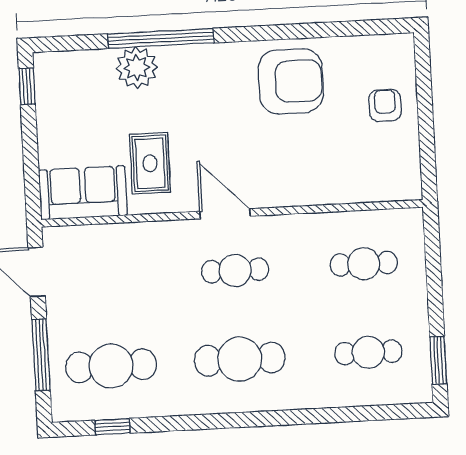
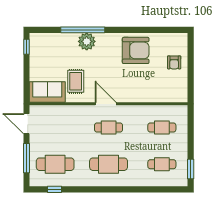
plant: (137, 68) -> (87, 41), moved
armchair: (385, 105) -> (174, 62), turned 180

